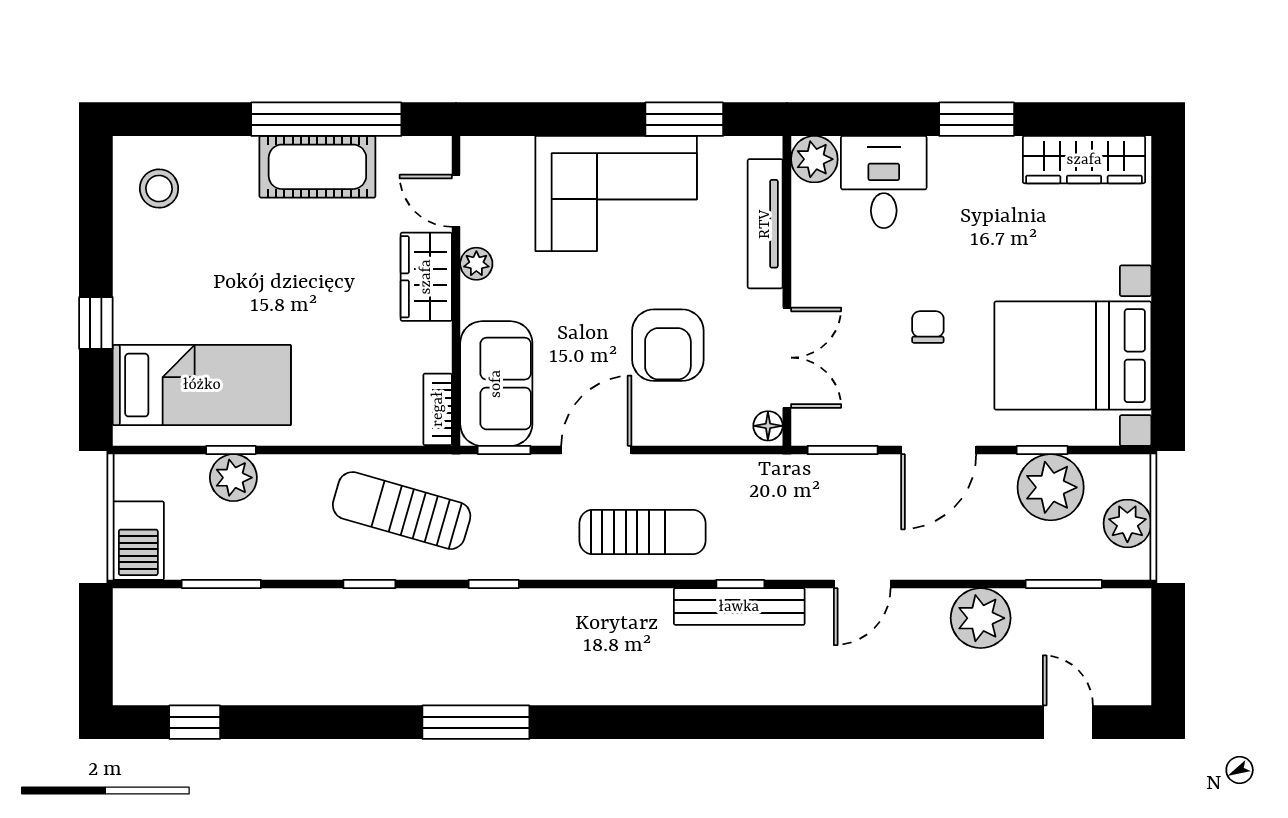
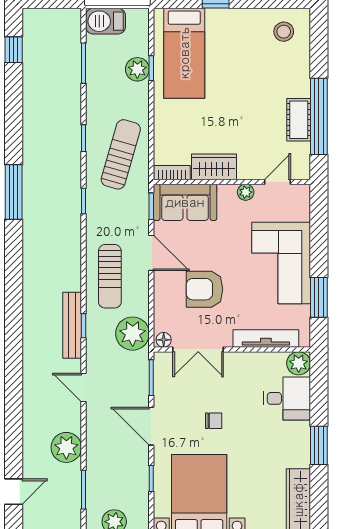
cot: (317, 167) -> (299, 120), width x0.73, depth x0.75
wardrobe: (426, 277) -> (214, 167), moved
plant: (1051, 487) -> (133, 334), moved

